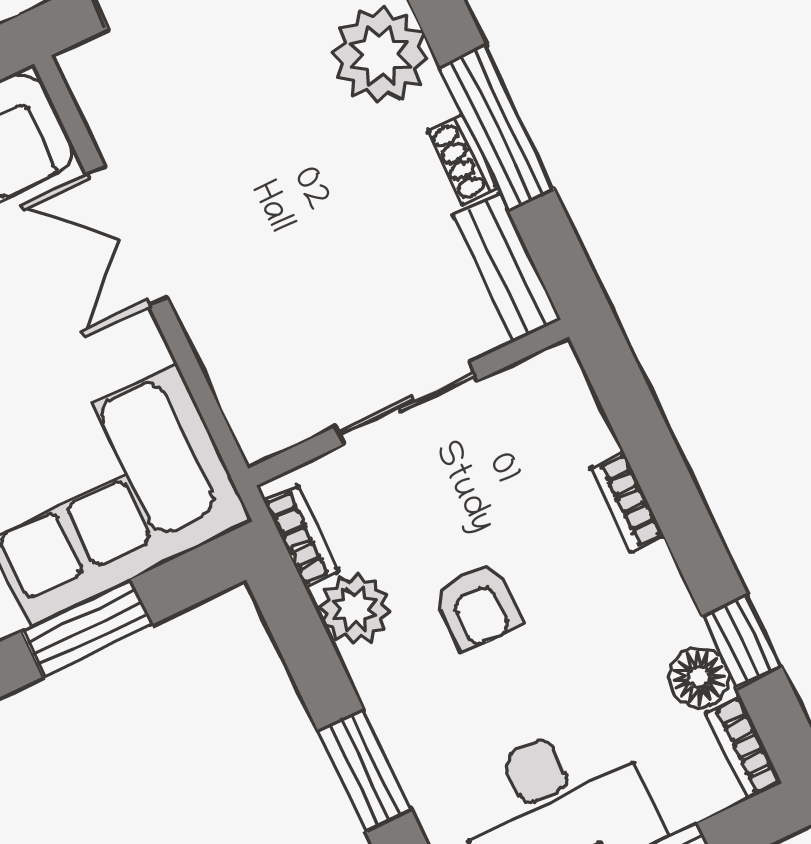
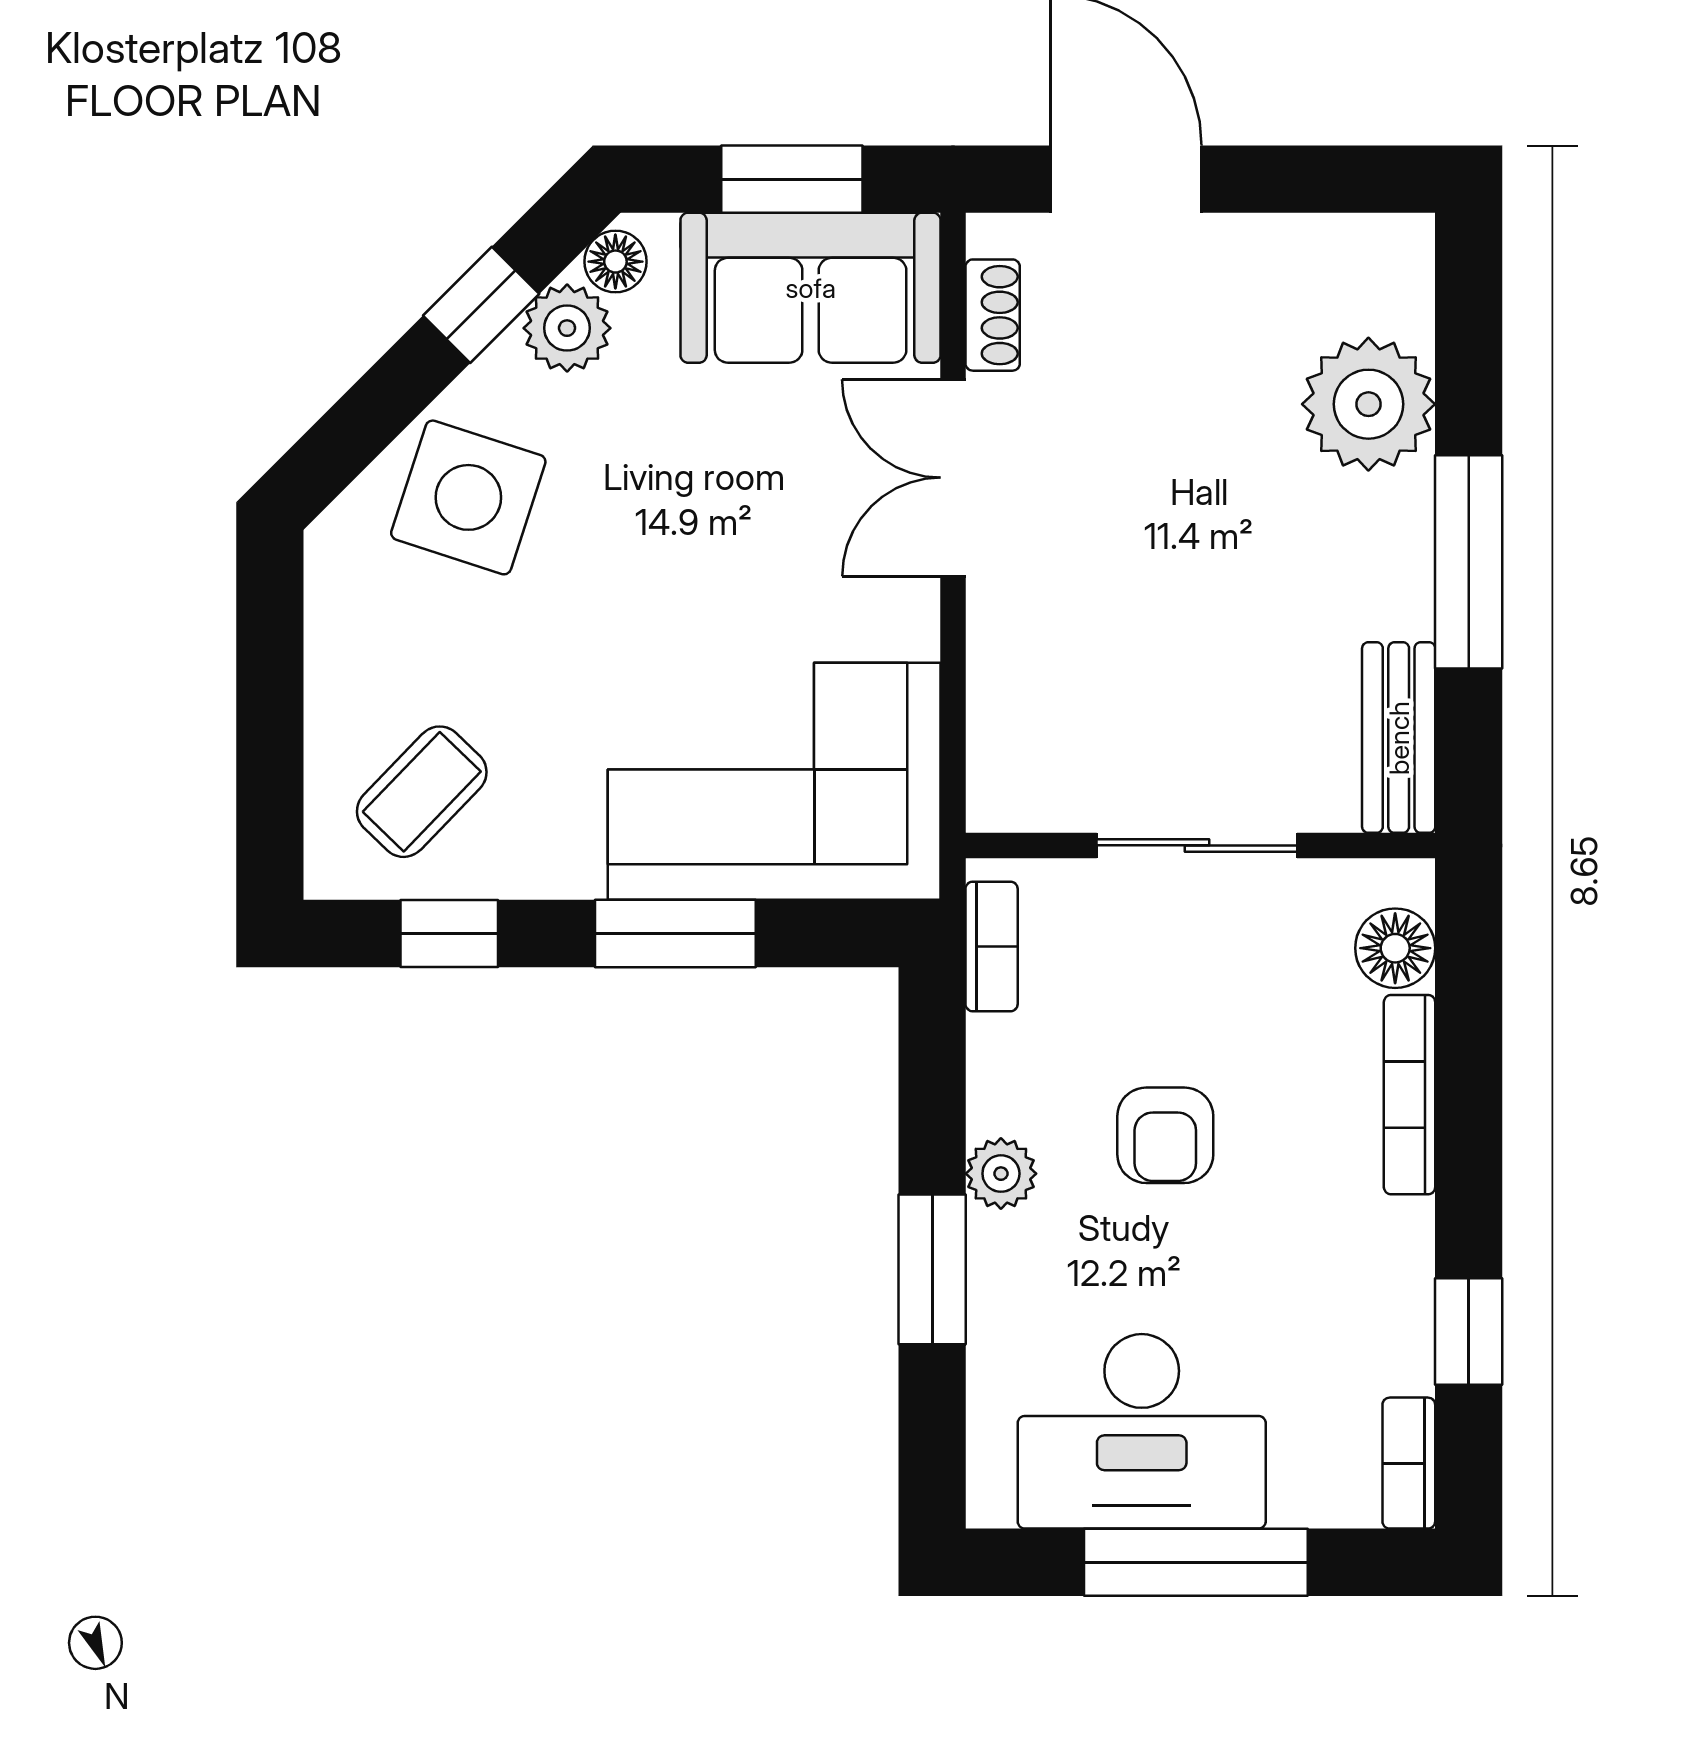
shoe rack: (462, 159) -> (993, 315), moved, turned 180
bookcase: (627, 502) -> (1410, 1095), width x1.56
plant: (355, 609) -> (1001, 1174), moved, width x0.73, depth x0.73
floor lamp: (699, 677) -> (1395, 948), moved

